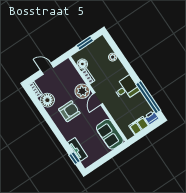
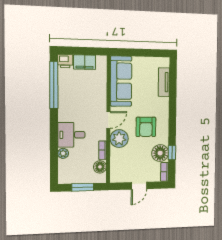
door: (47, 69) -> (139, 186), hinge flipped
desk: (126, 88) -> (71, 135), moved
armchair: (69, 111) -> (146, 127), turned -90
sofa: (110, 134) -> (121, 81), width x1.36
window: (74, 158) -> (172, 153), moved

